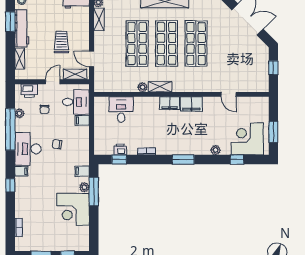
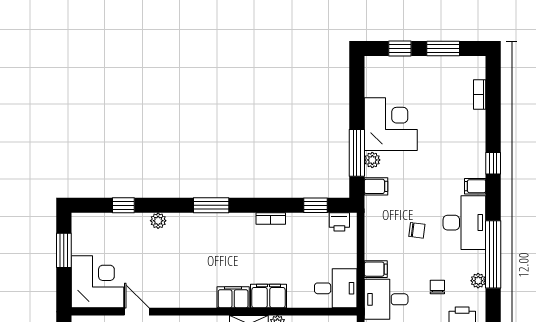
filing cabinet: (191, 104) -> (268, 296), moved
desk: (121, 110) -> (336, 288), moved, turned -90
corner desk: (247, 139) -> (97, 282), moved, turned -90
printer: (120, 149) -> (339, 222), moved

